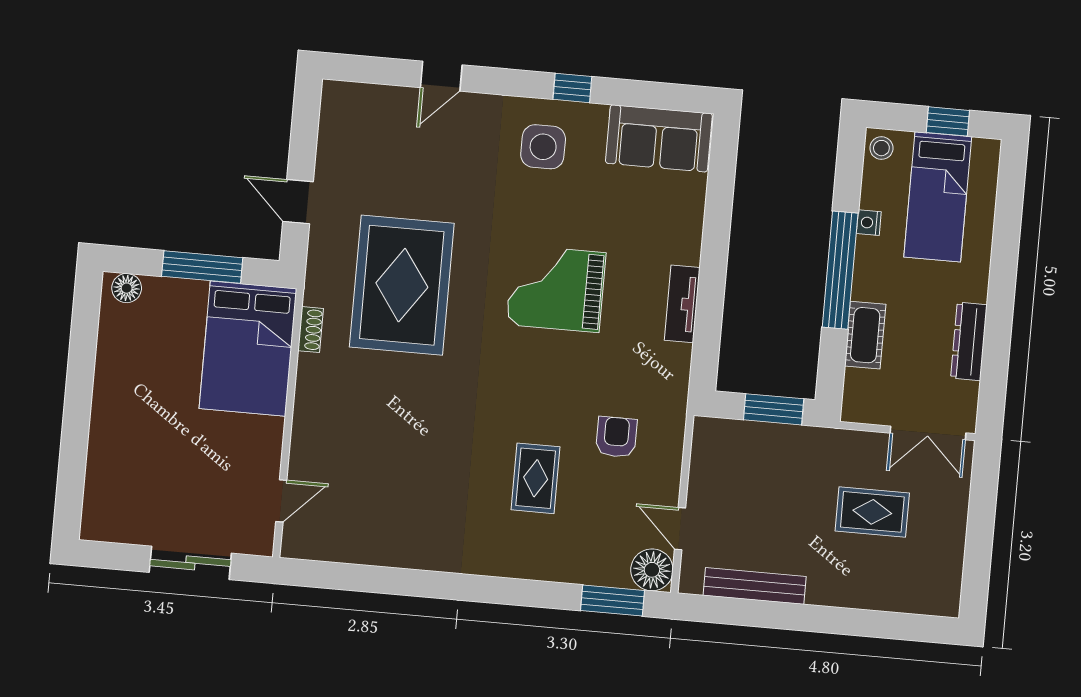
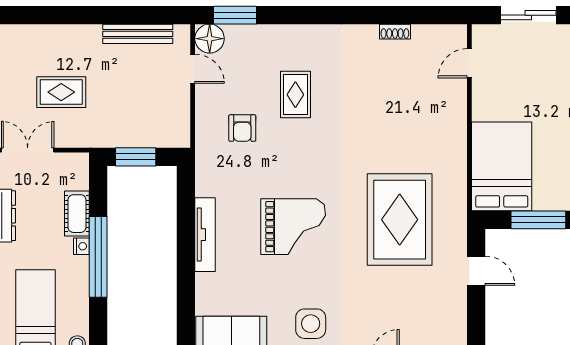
nightstand: (869, 223) -> (81, 246), moved
tv unit: (682, 304) -> (205, 235), width x1.41
shoe rack: (311, 330) -> (395, 32), moved, turned -90

